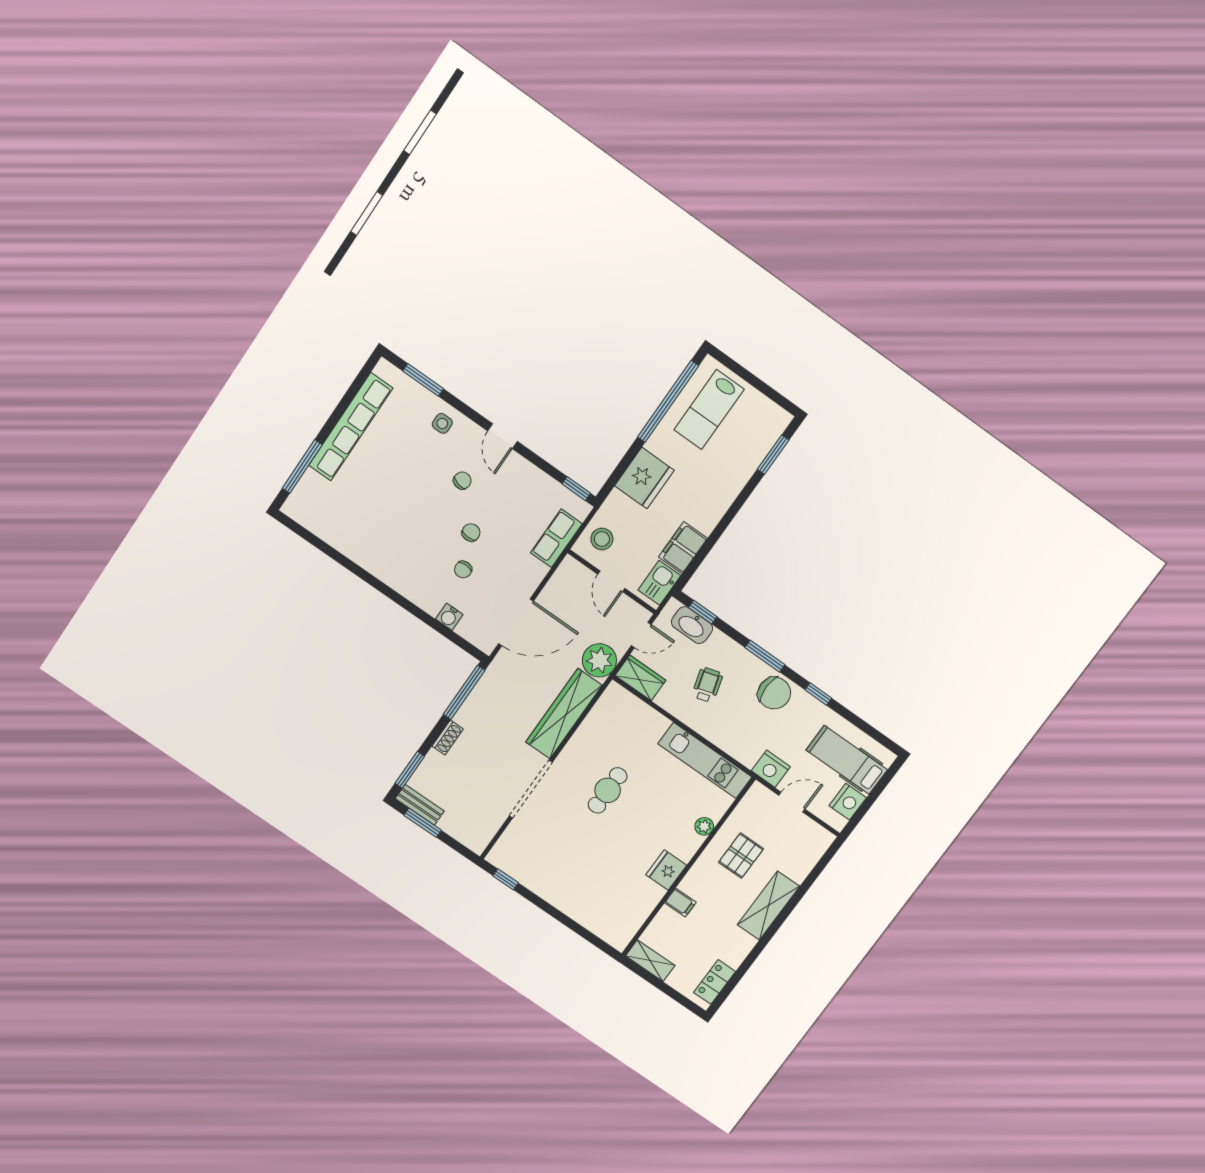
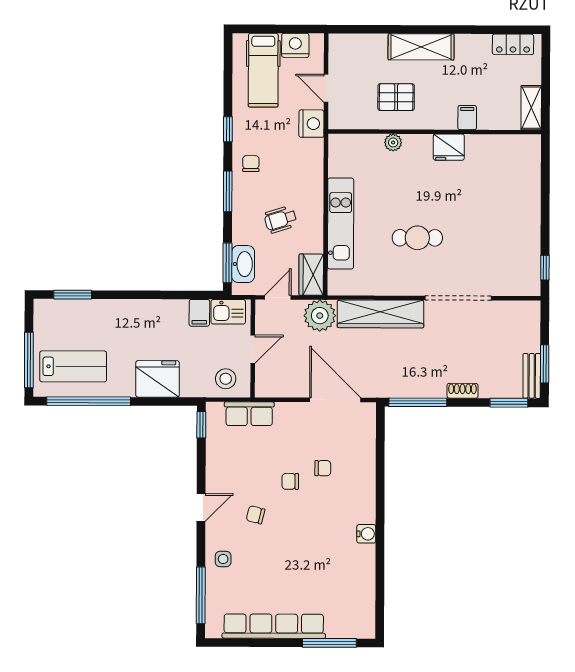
window: (743, 373) -> (29, 360), added
window: (423, 380) -> (201, 595), width x1.44
filing cabinet: (683, 548) -> (199, 313), width x0.50
window: (703, 612) -> (227, 263), width x1.50
water cooler: (449, 617) -> (366, 534), moved
door: (641, 635) -> (278, 297), hinge flipped
chair: (774, 693) -> (251, 164), width x0.54, depth x0.54
kitchen unit: (705, 760) -> (341, 224), moved

